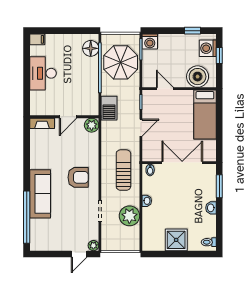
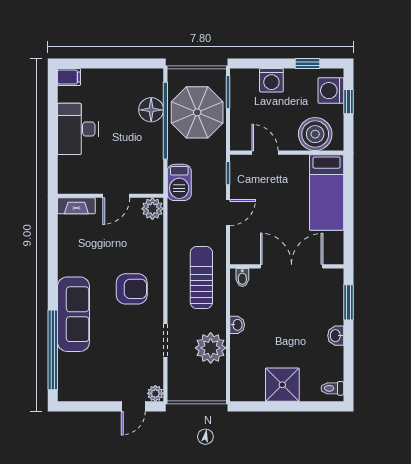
washing machine: (150, 42) -> (271, 80), moved
floor lamp: (91, 48) -> (151, 110), moved

